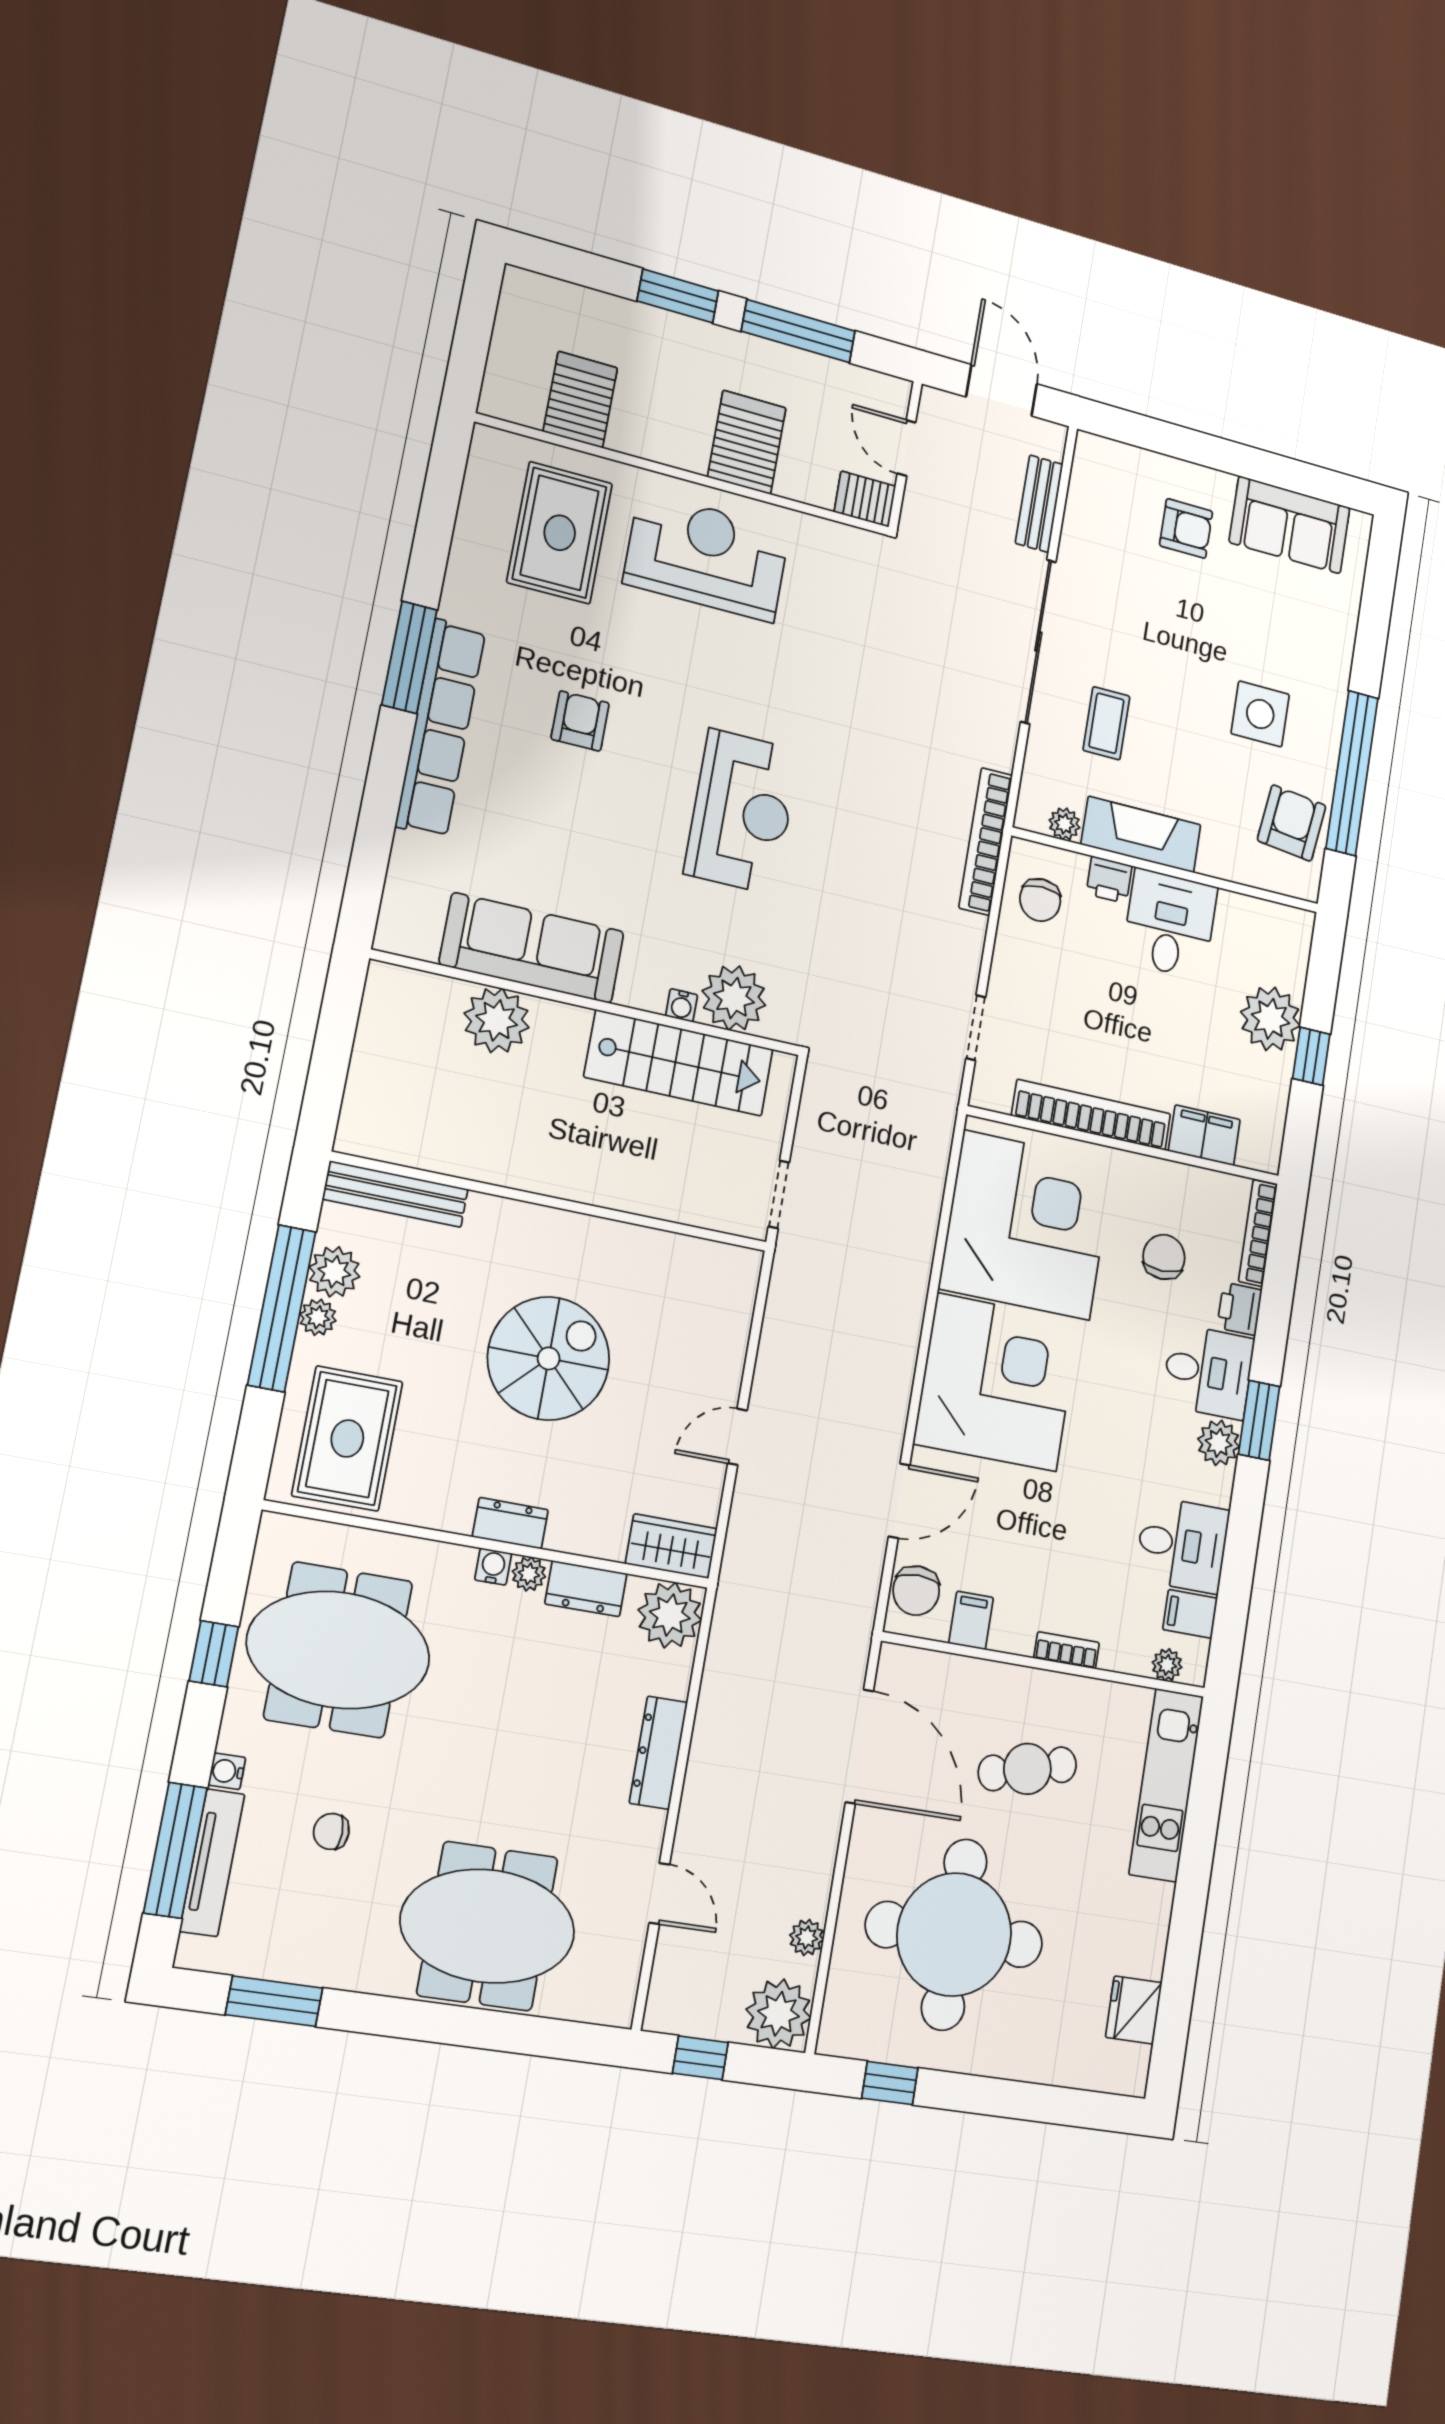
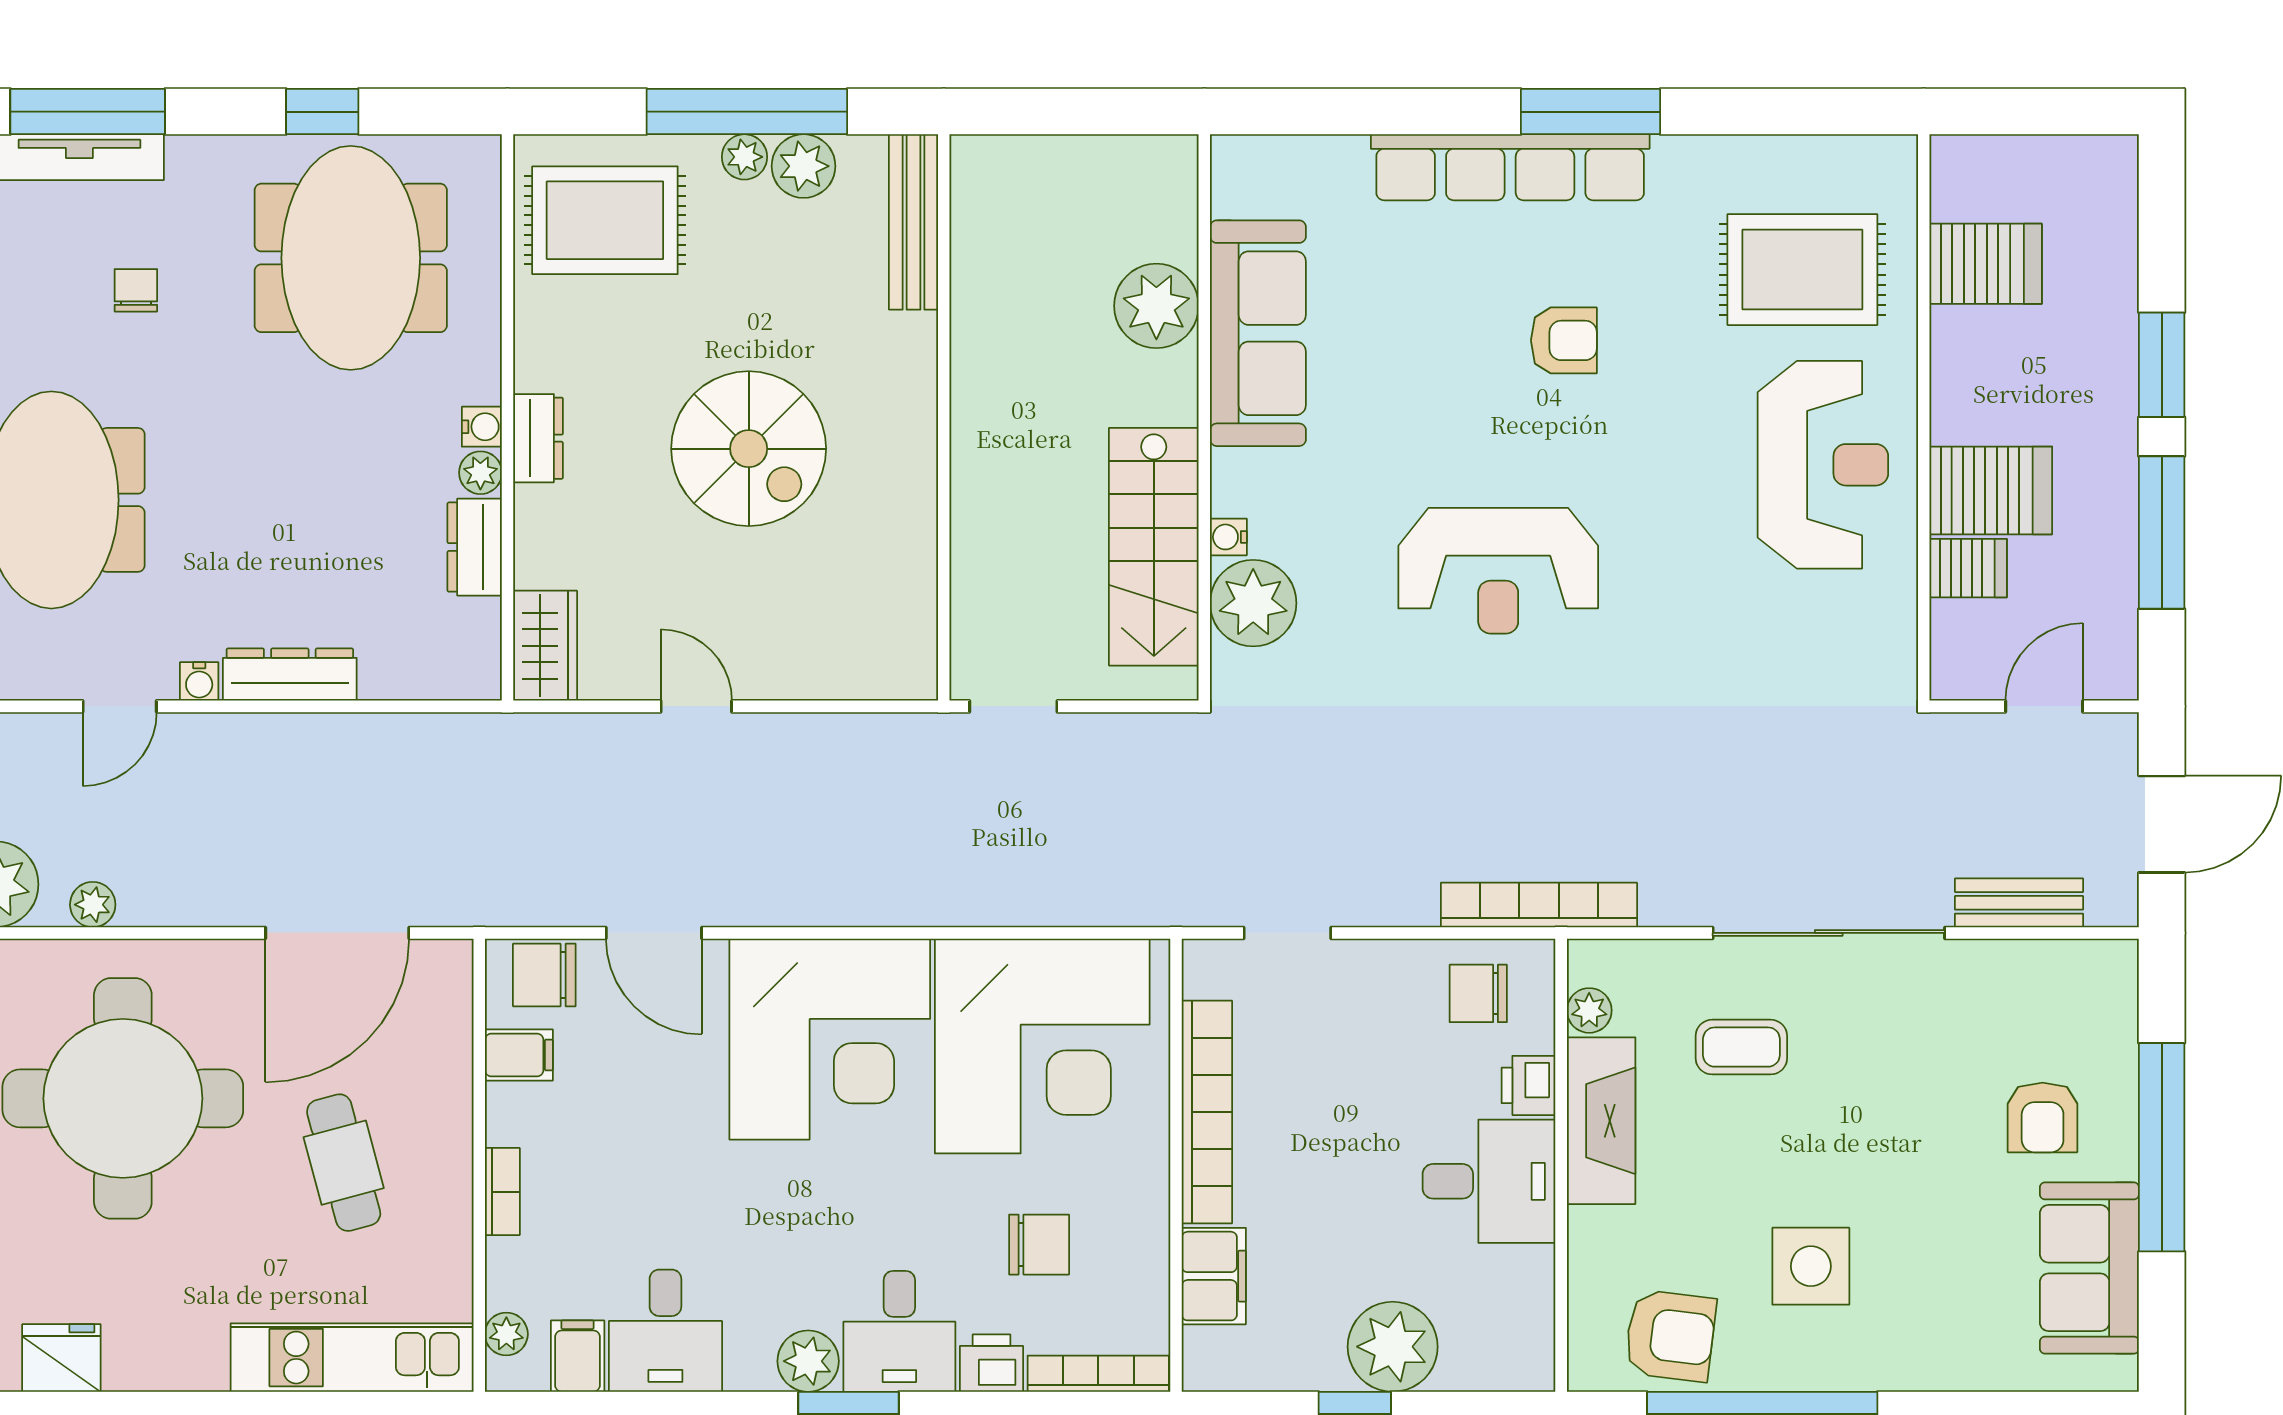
window: (1218, 453) -> (2162, 1147), added
server rack: (865, 499) -> (1968, 568), moved, turned 90
plant: (670, 1615) -> (460, 659), removed
water cooler: (227, 1771) -> (199, 681), moved, turned 180

